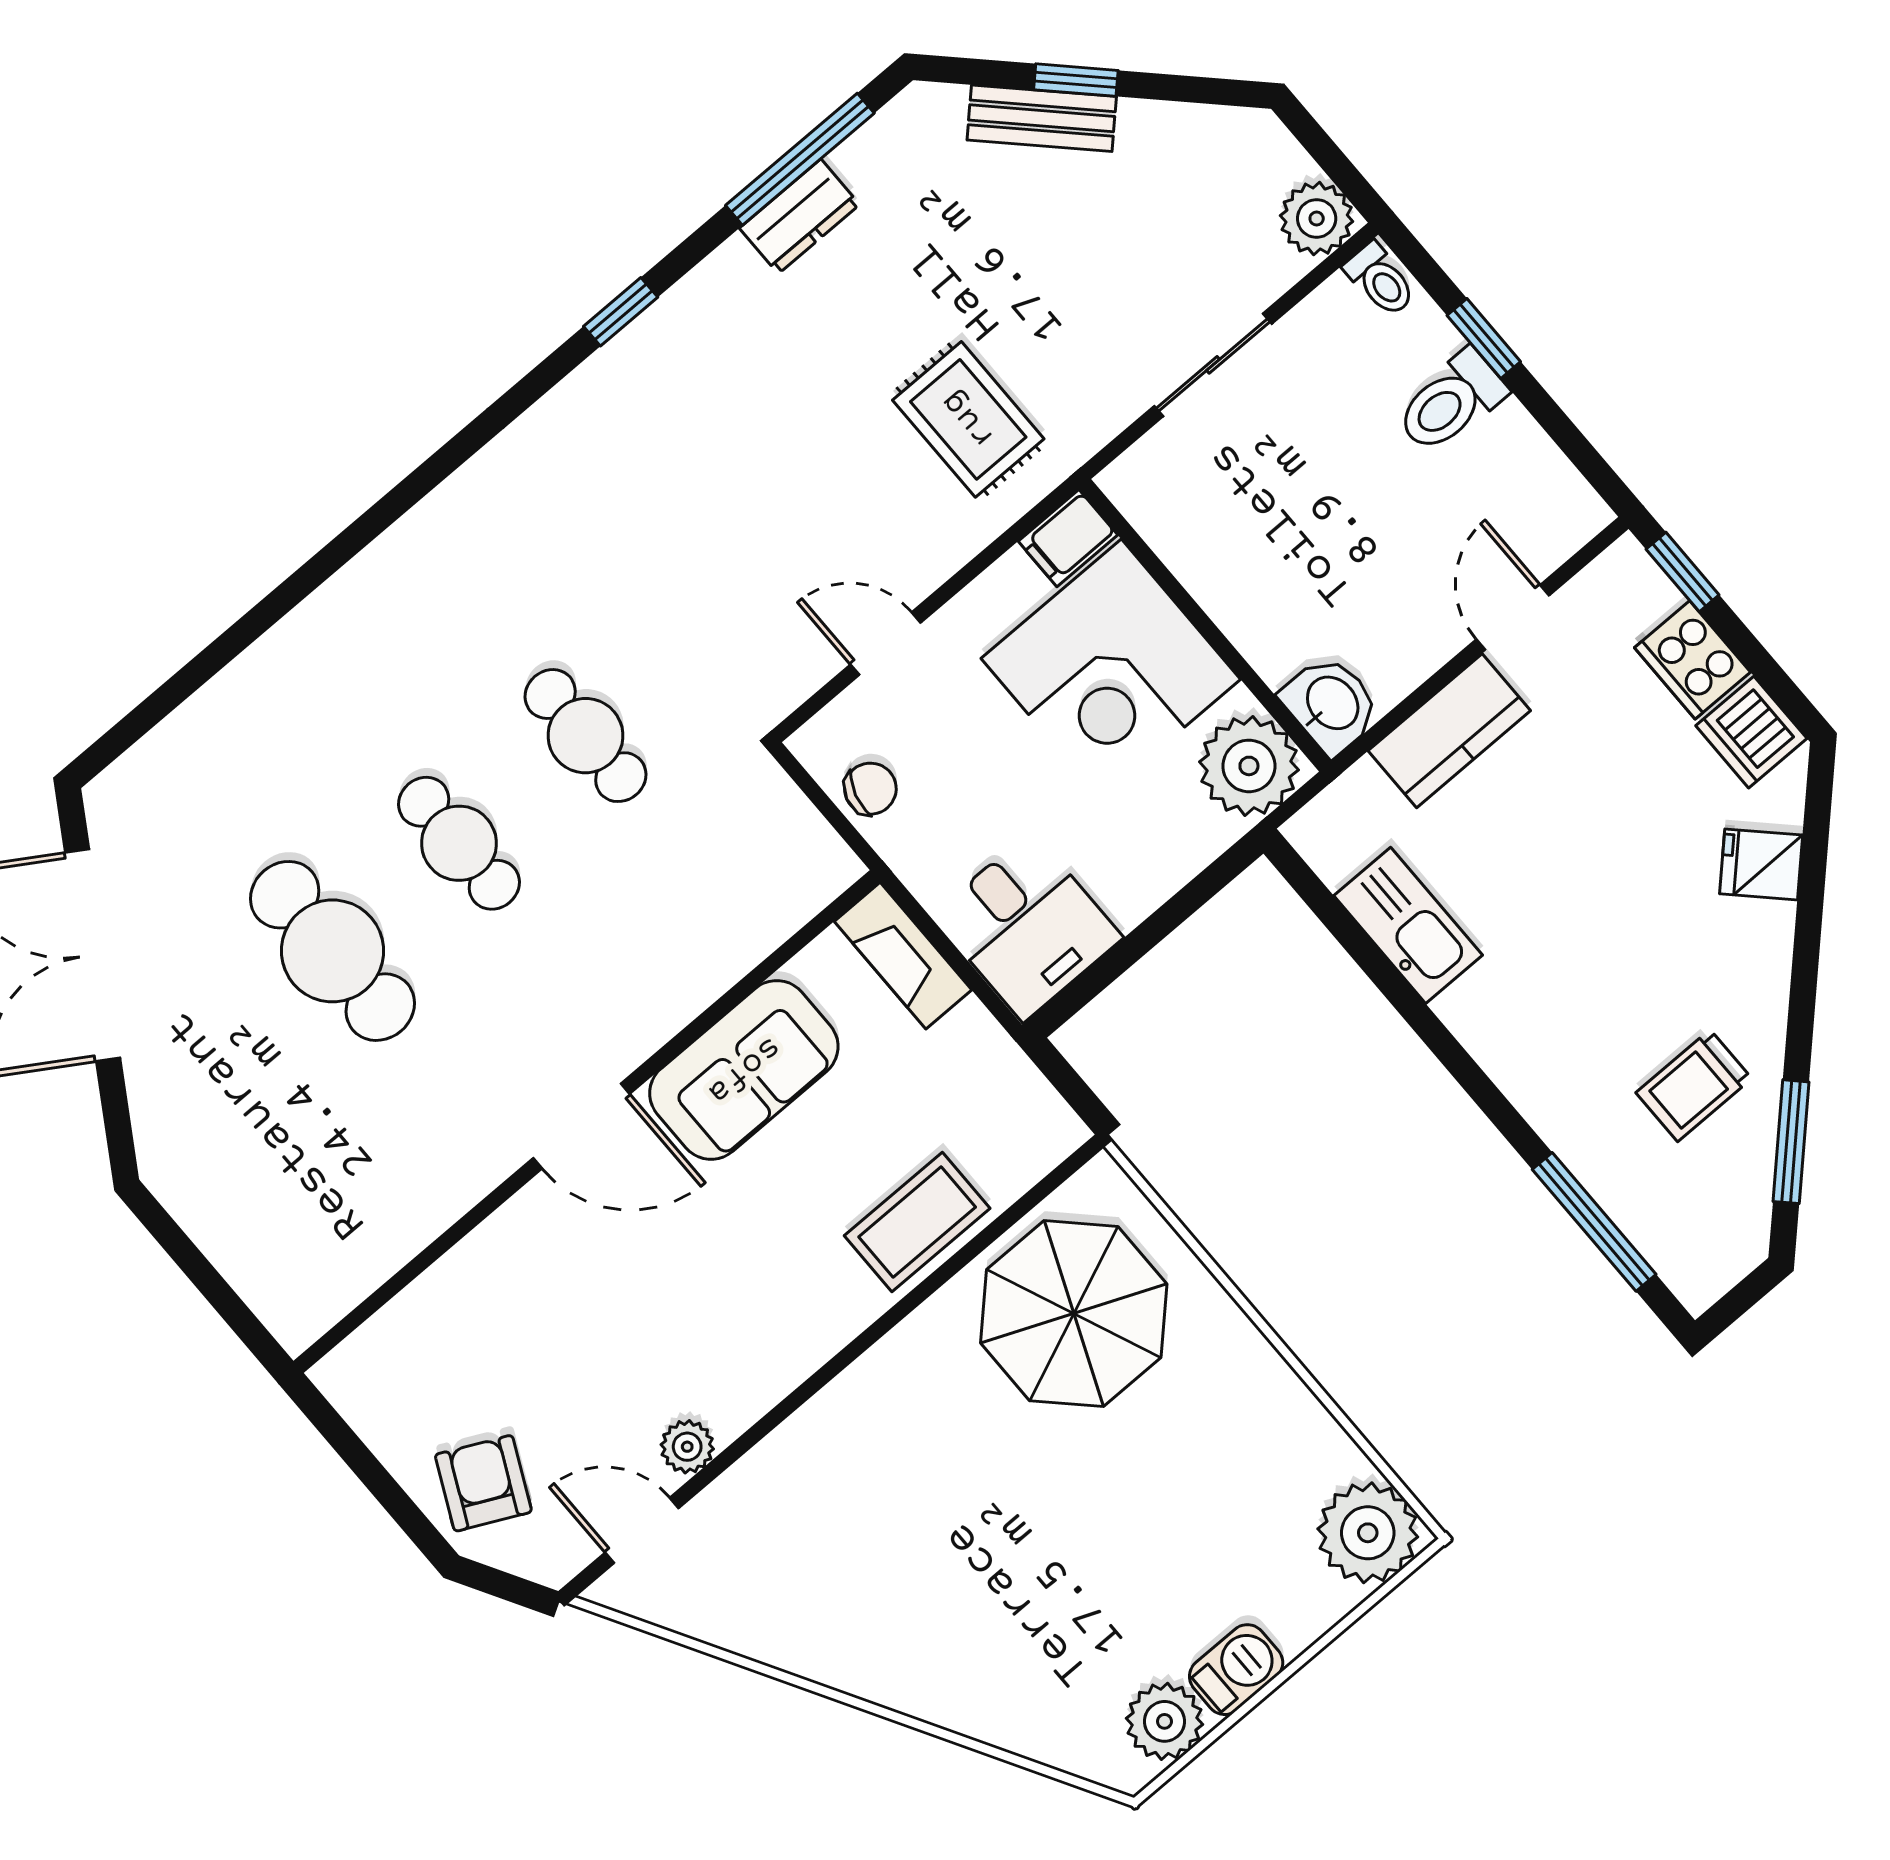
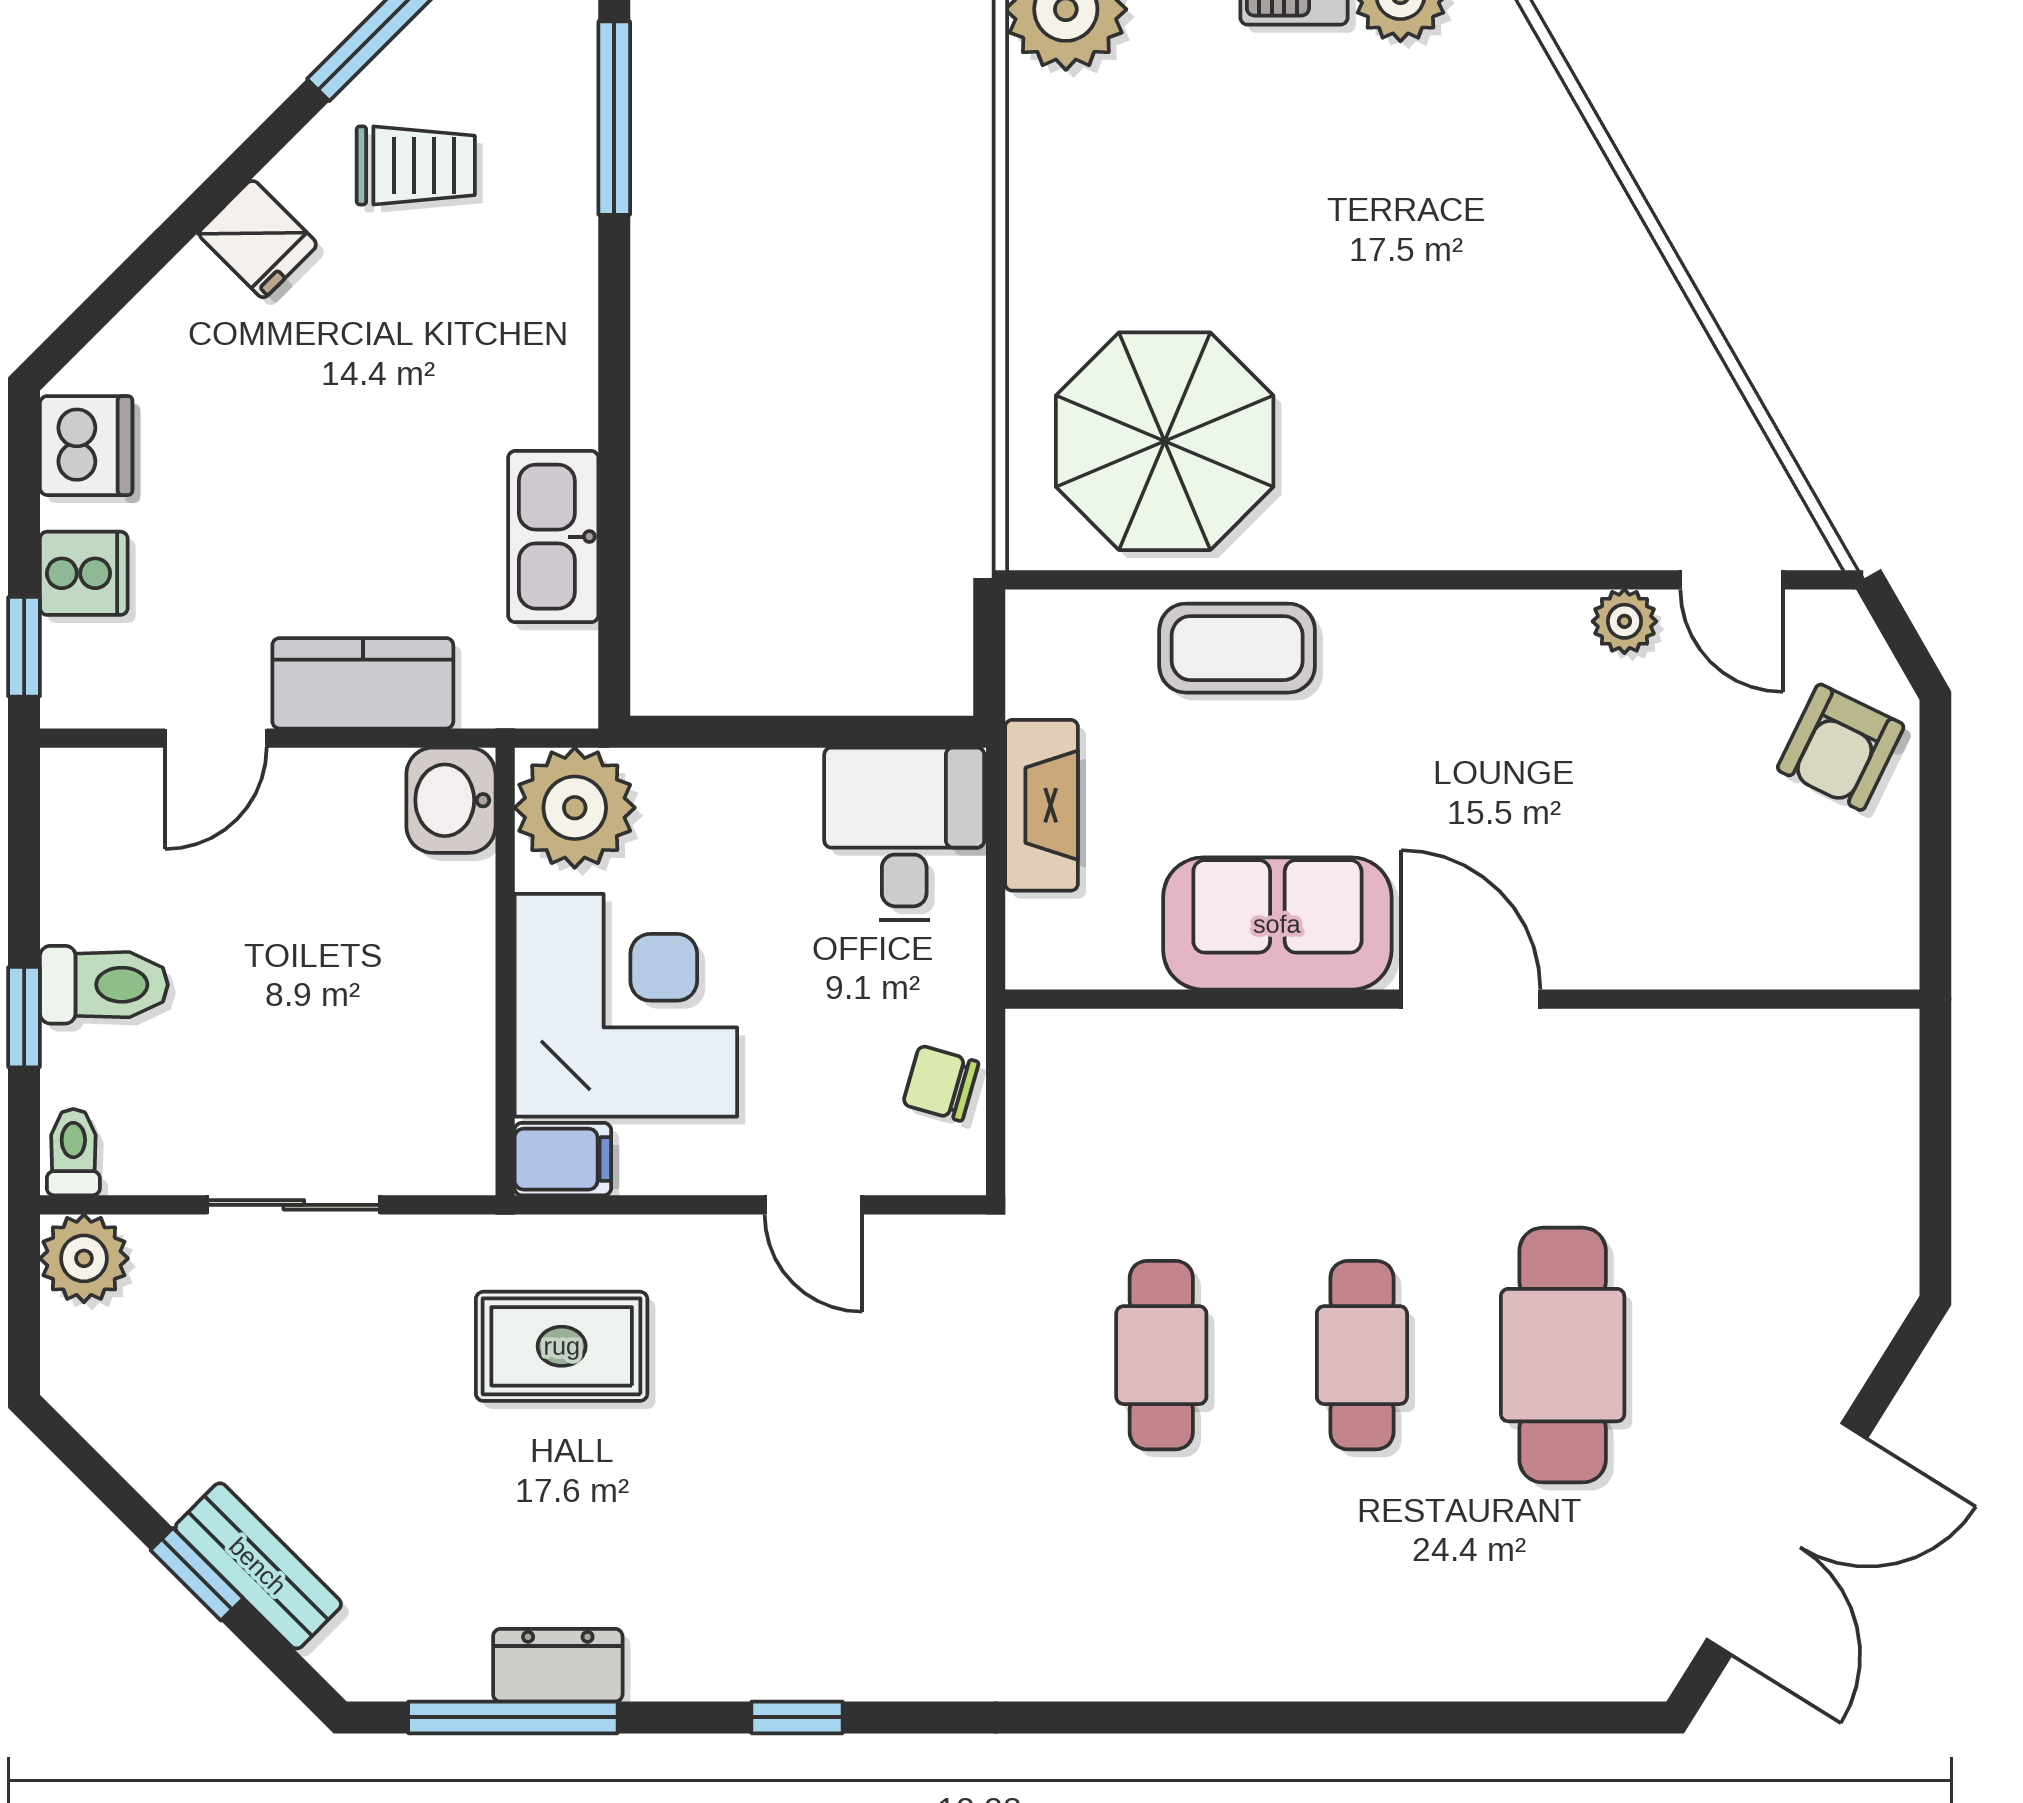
rug: (968, 419) -> (562, 1346), turned 90
cooker: (1692, 660) -> (84, 573), width x0.73
fridge: (1761, 864) -> (258, 239), moved
fireplace: (903, 956) -> (1042, 805), moved

